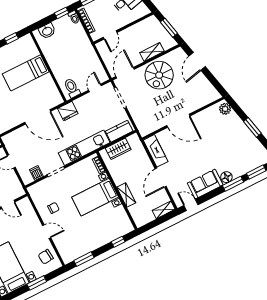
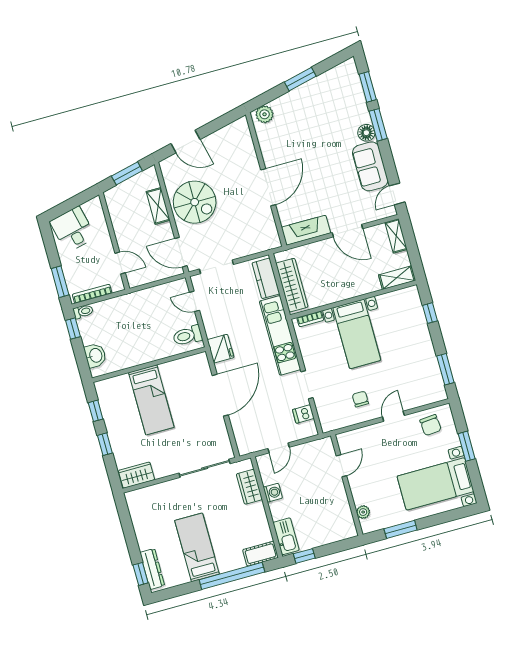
wardrobe: (118, 149) -> (292, 285), width x1.50
shelving: (126, 195) -> (397, 278), moved

